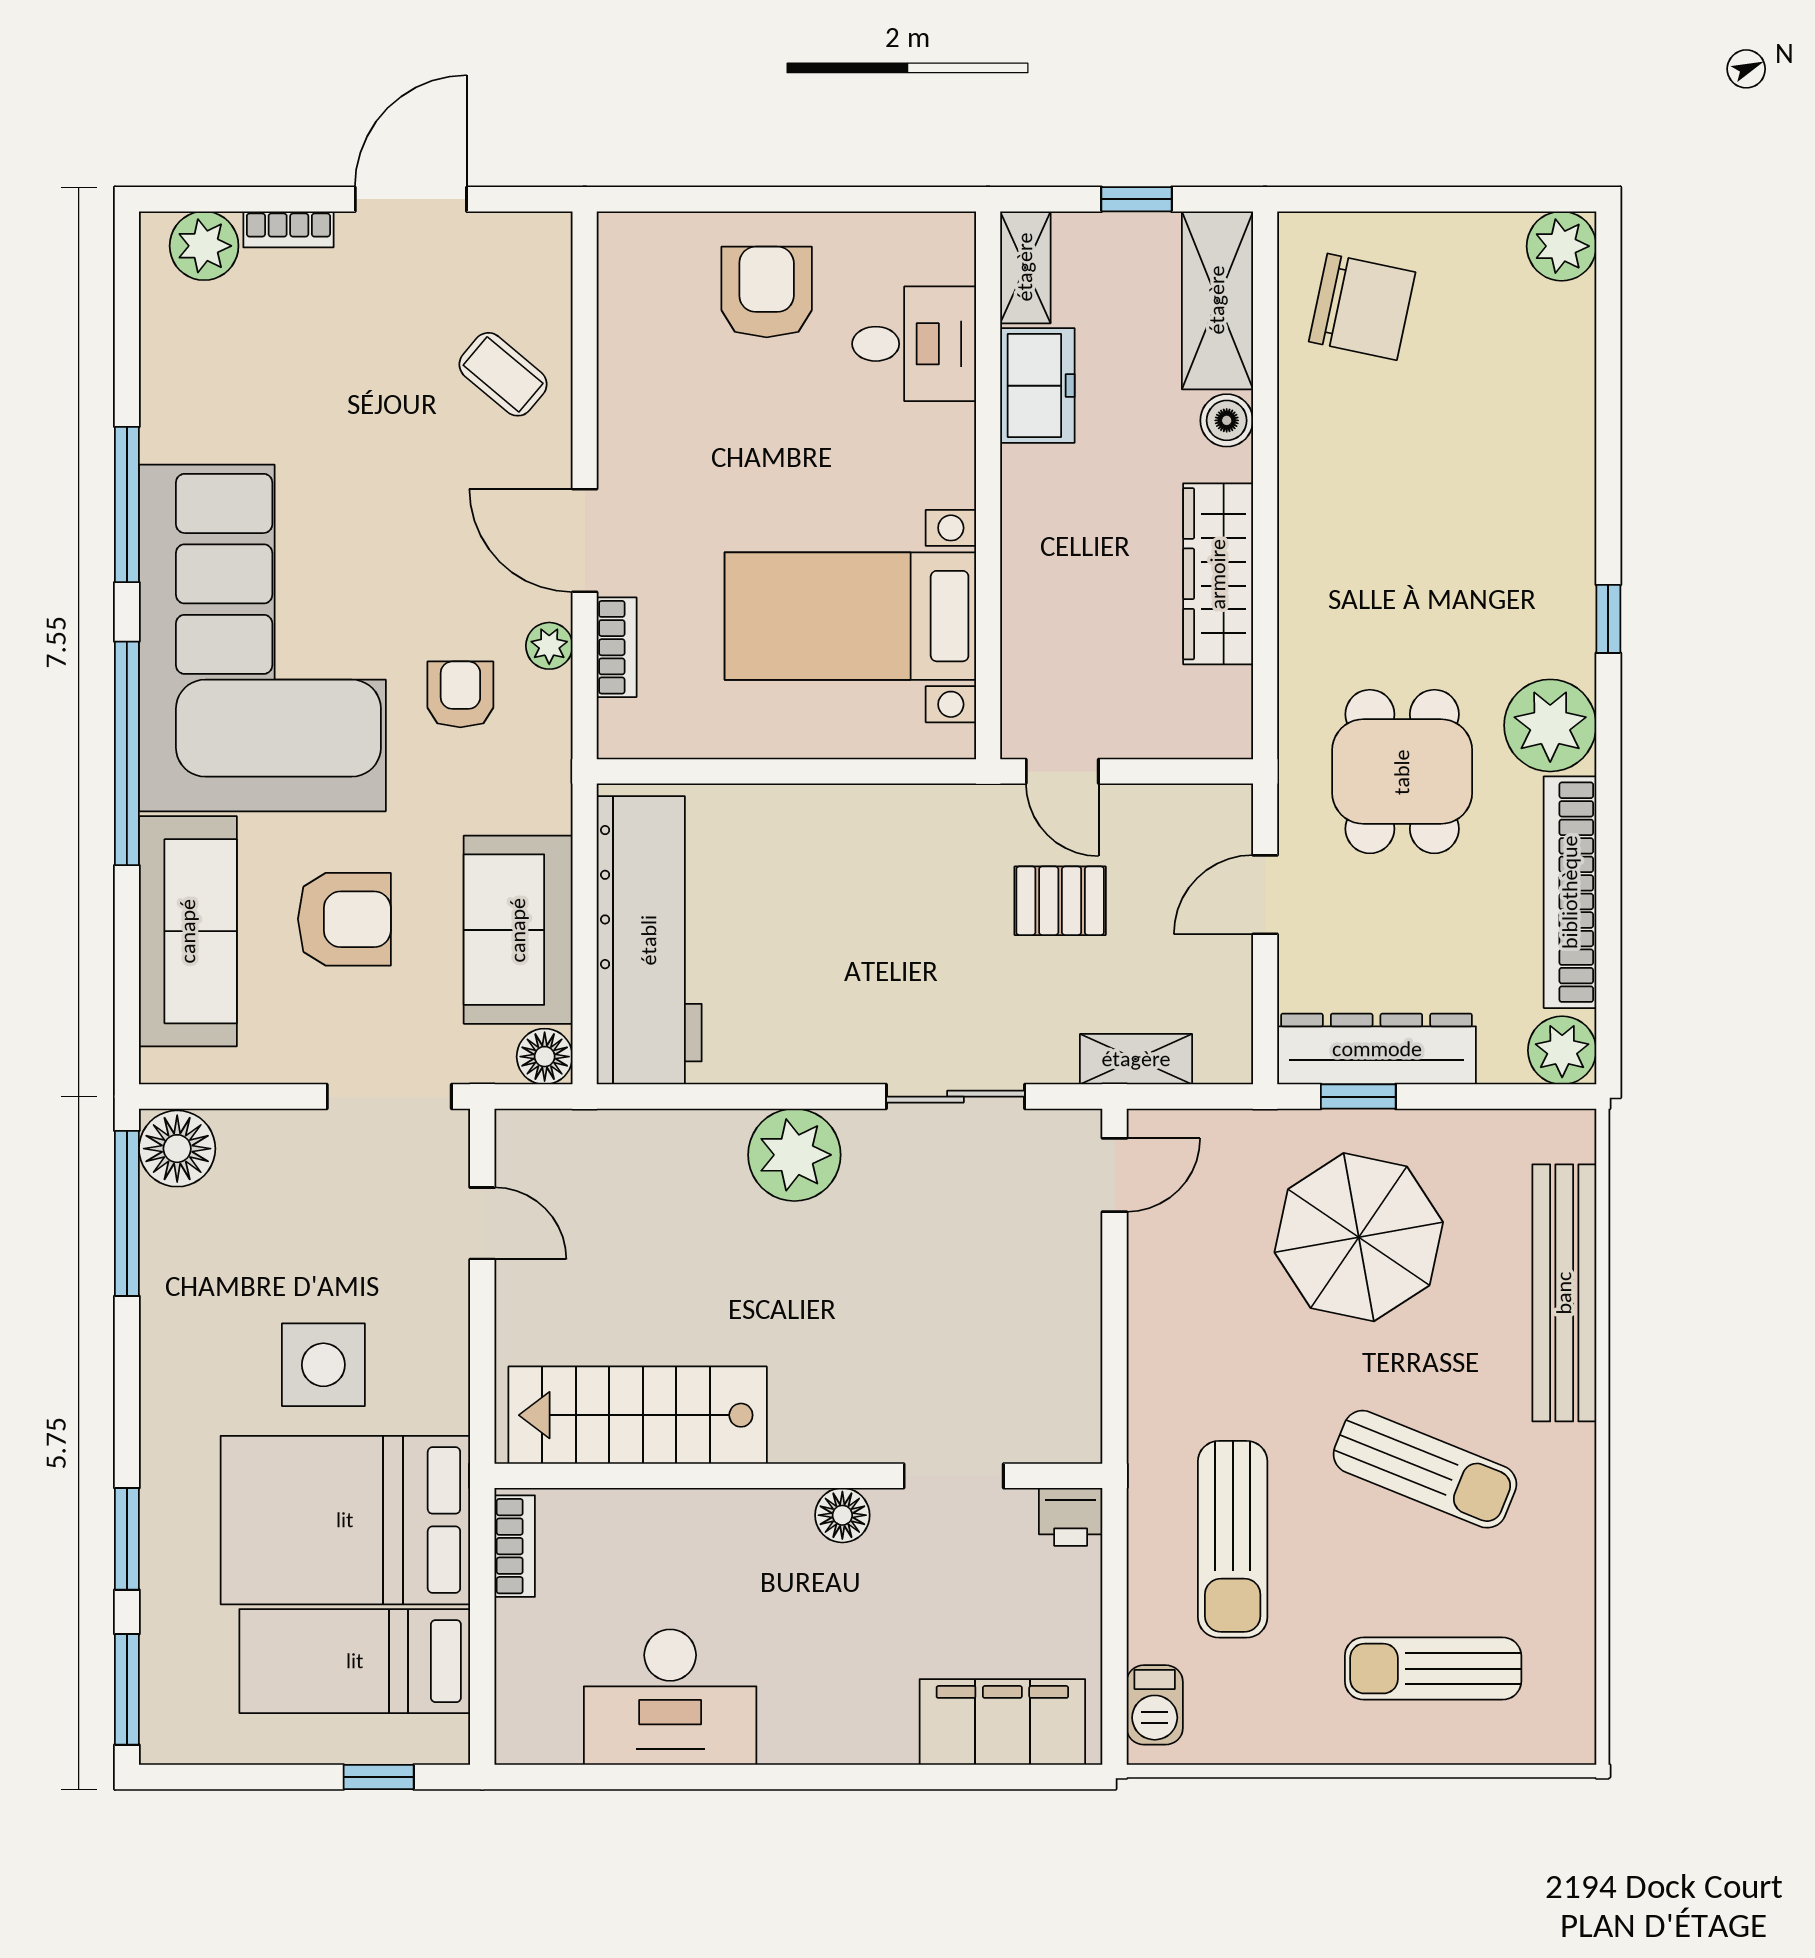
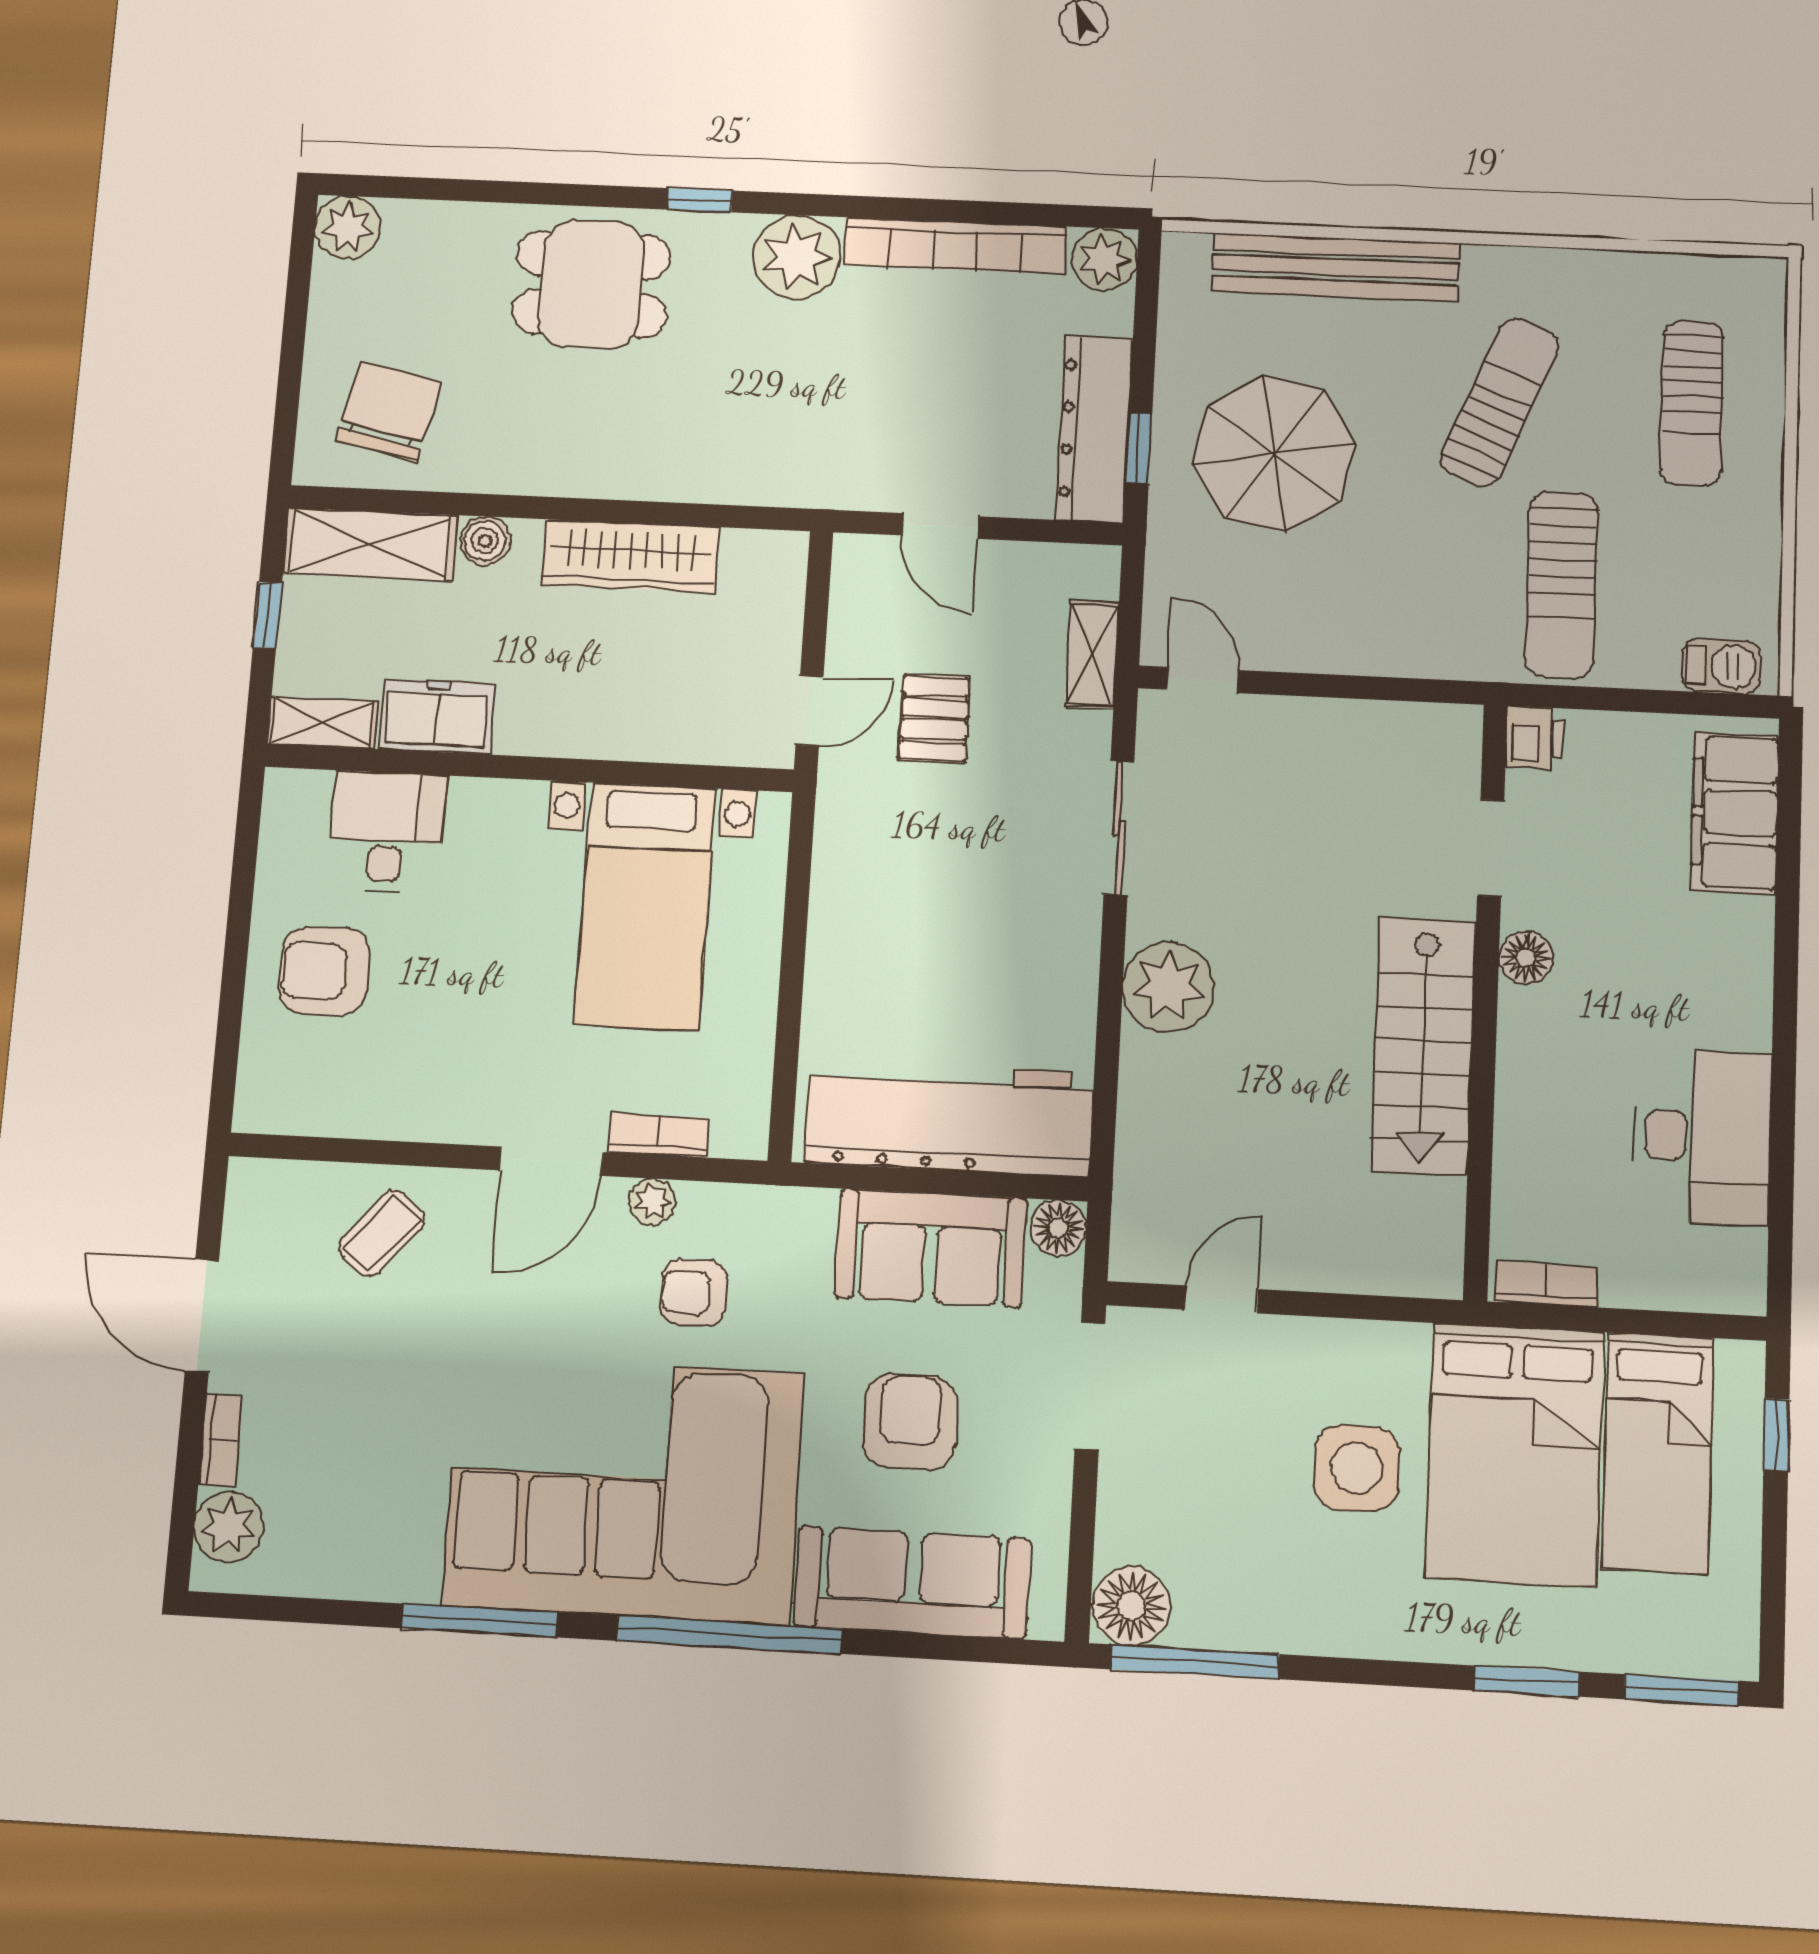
dining table: (1402, 772) -> (592, 284), moved
stairs: (638, 1415) -> (1423, 1046), moved
sun lounger: (1233, 1539) -> (1562, 585), turned 90

